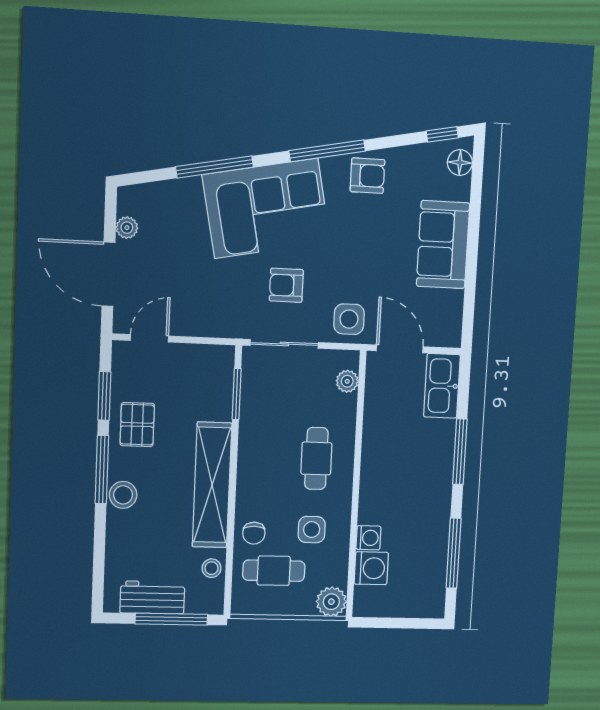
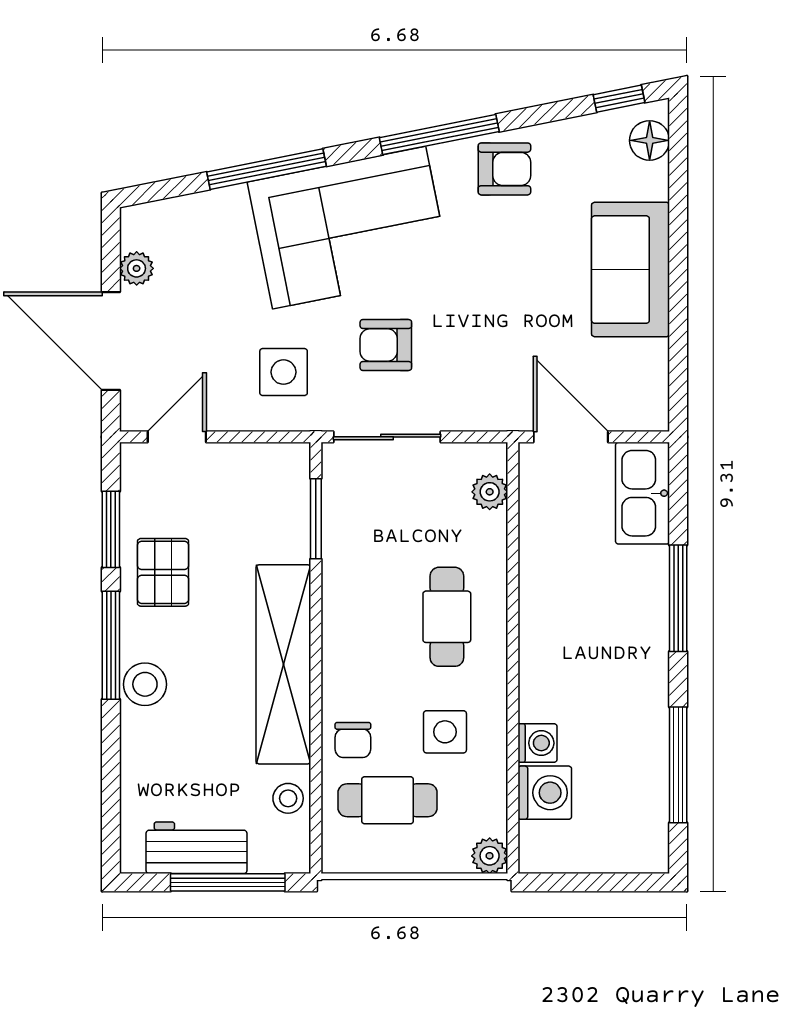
side table: (349, 319) -> (284, 372), moved
plant: (331, 602) -> (490, 856), width x0.73, depth x0.73

